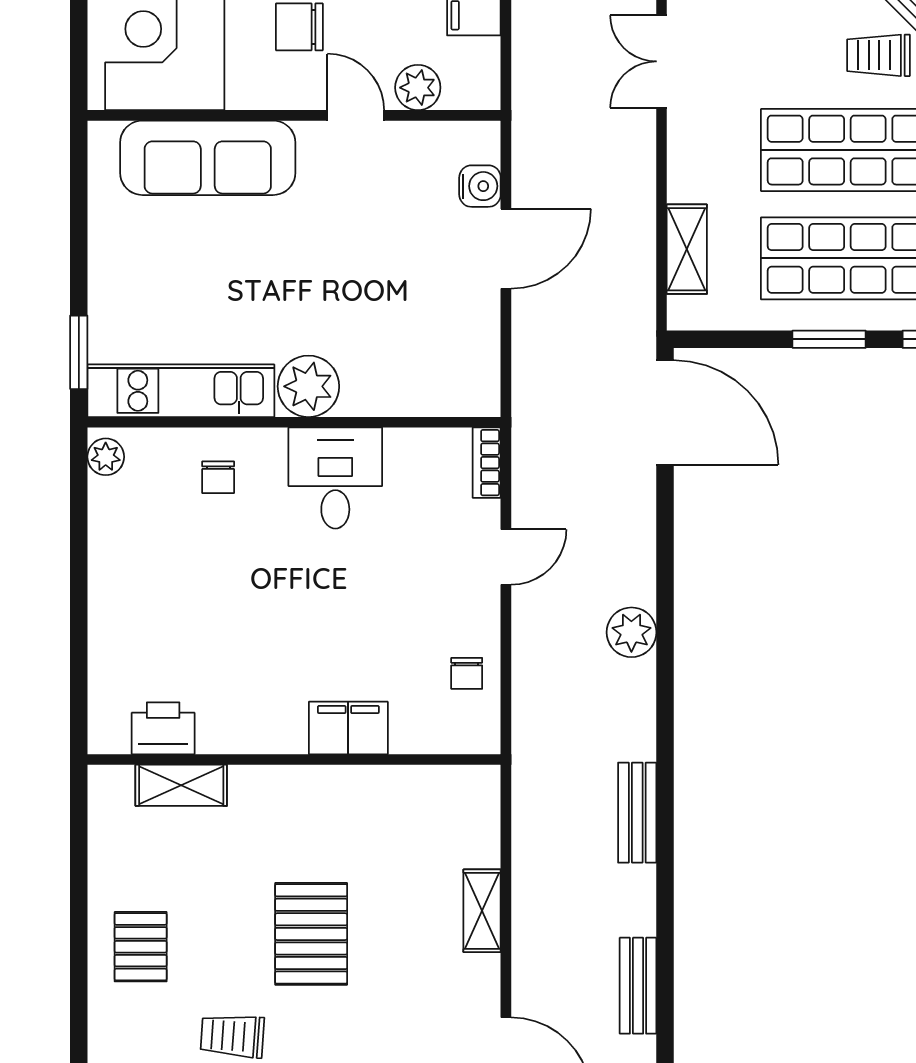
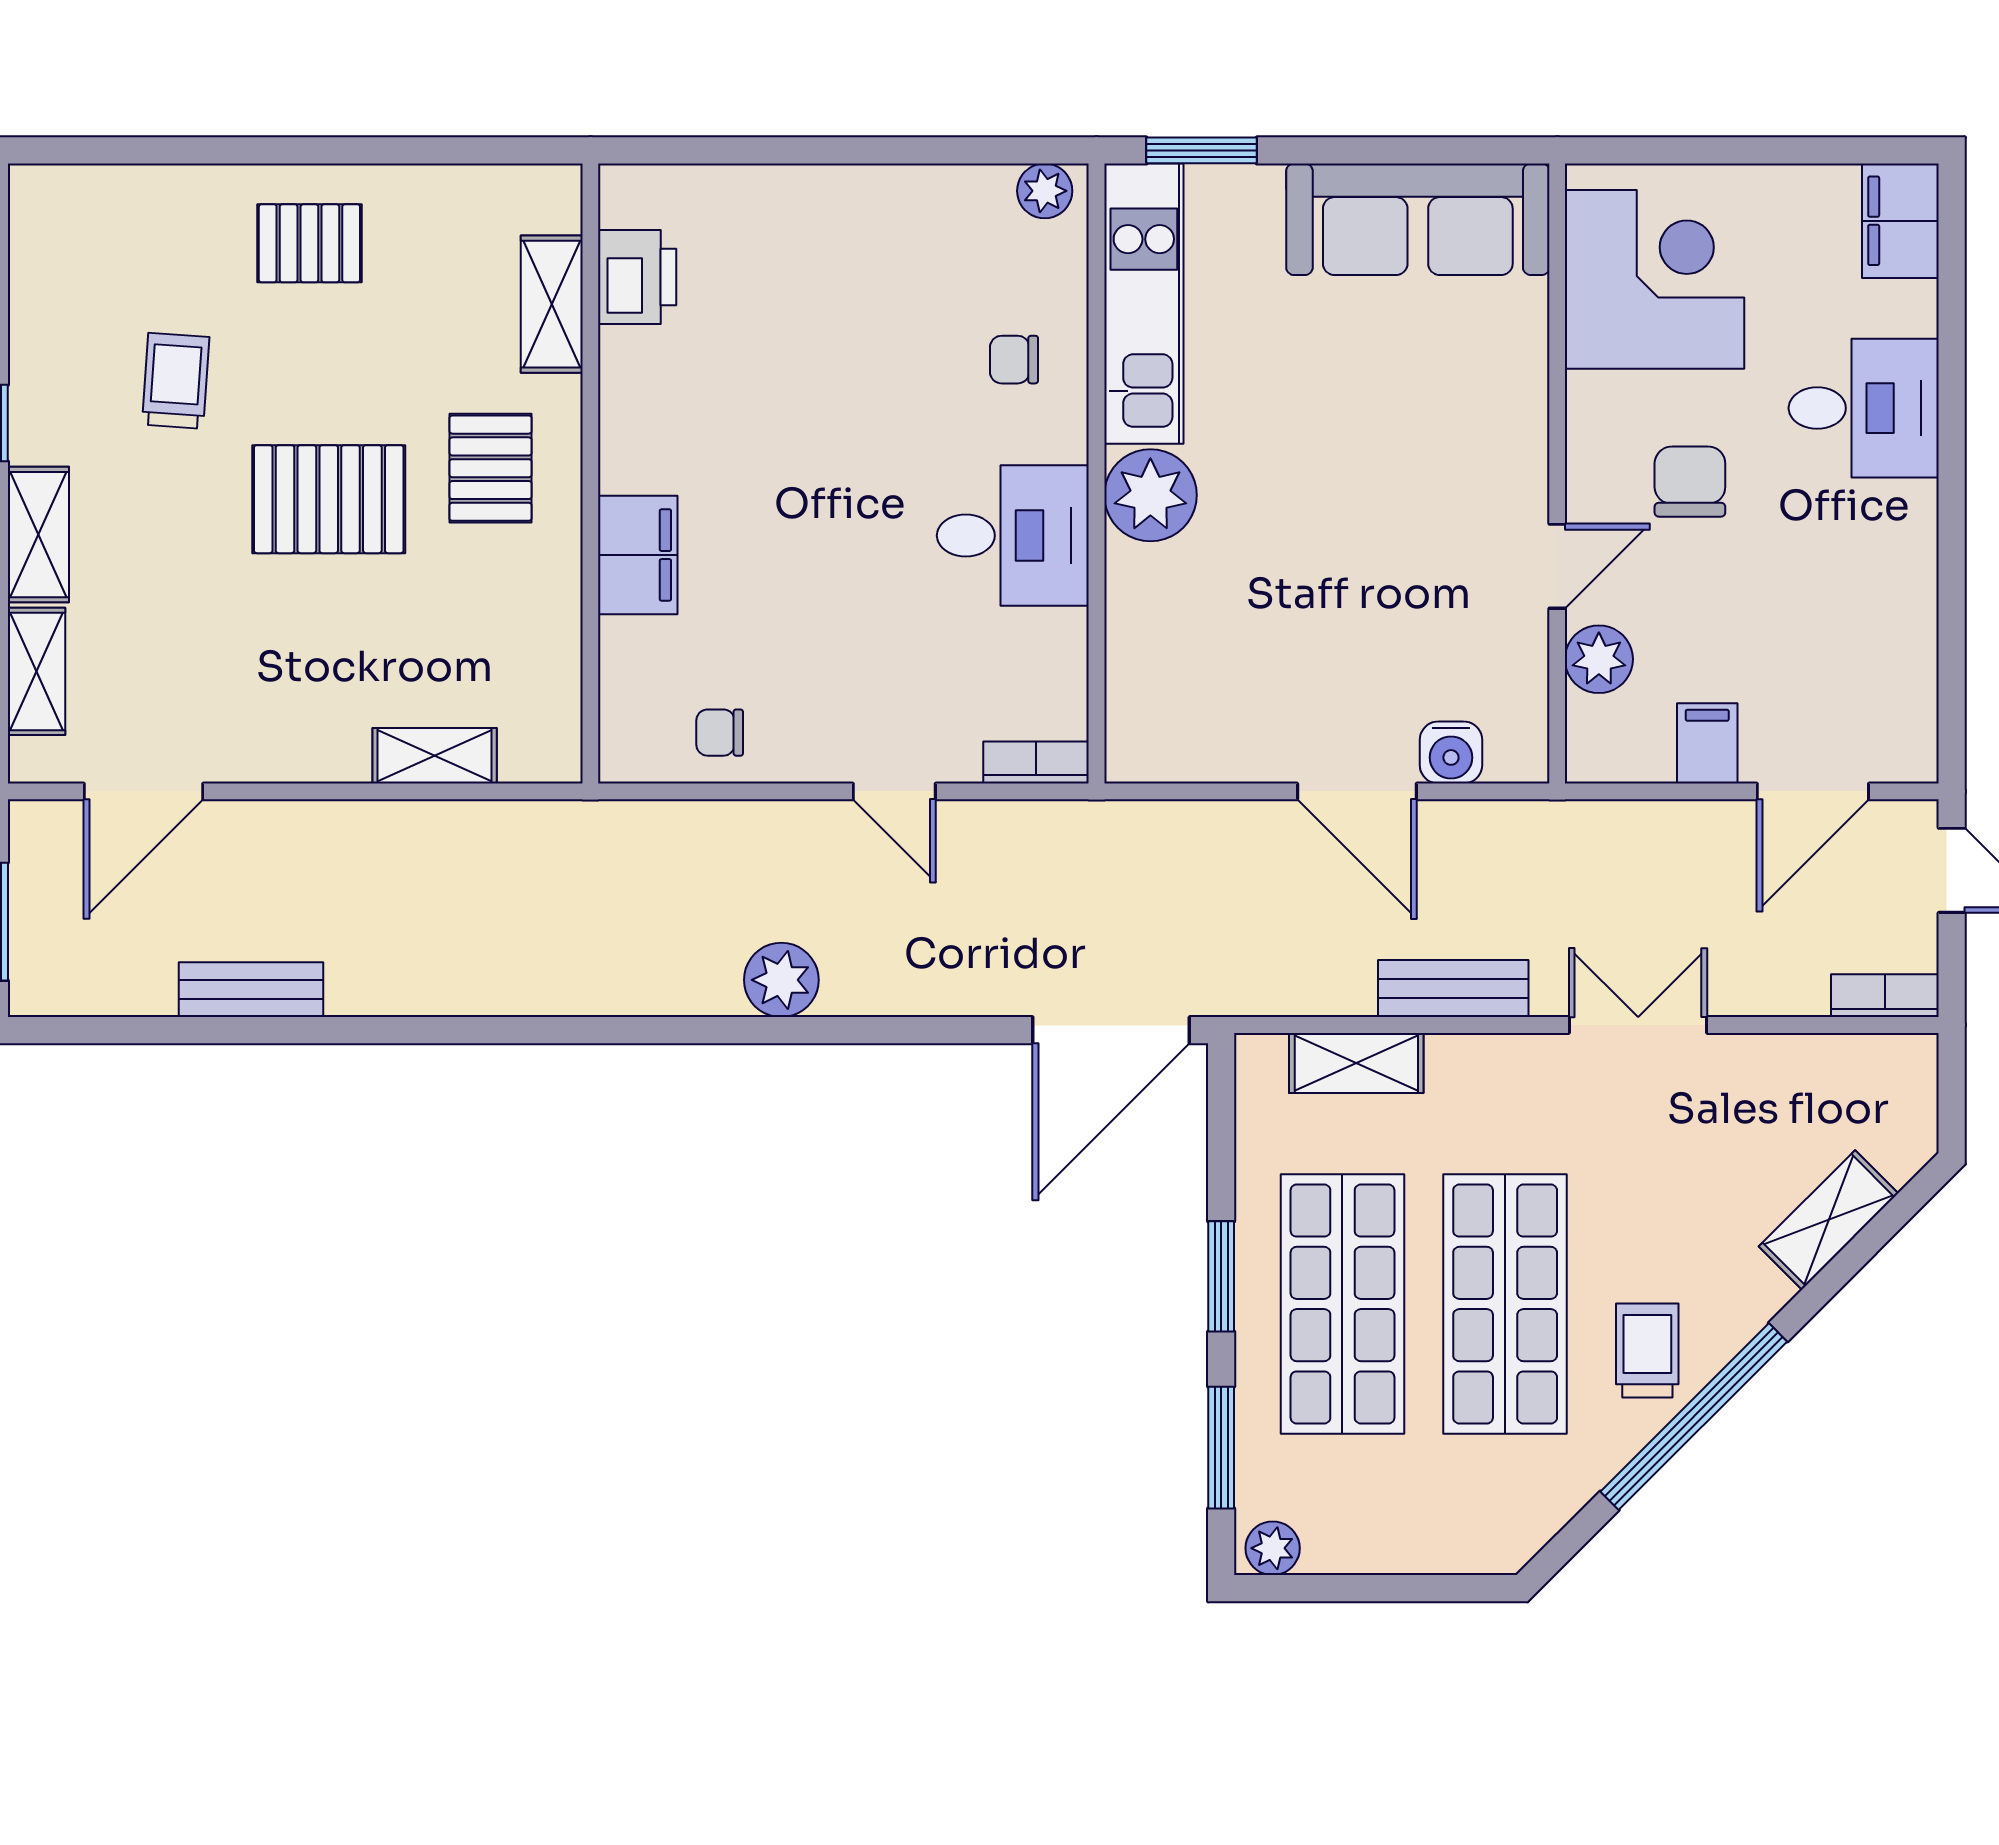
sofa: (208, 158) -> (1418, 219), moved, turned -90
bench: (637, 813) -> (1453, 989), moved
pallet: (291, 826) -> (491, 468), added
shelving: (482, 911) -> (435, 756), moved

